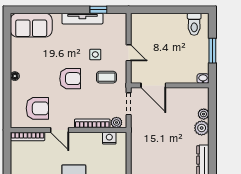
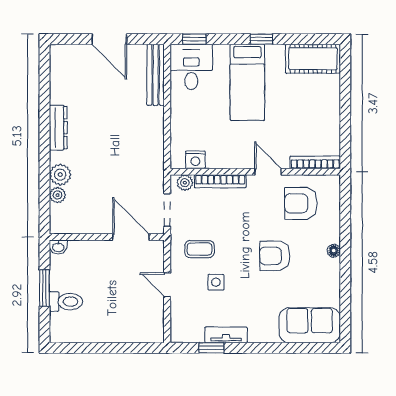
tv unit: (82, 19) -> (226, 335), width x0.71
toilet: (194, 24) -> (66, 302), moved, turned 90
armchair: (70, 79) -> (275, 256), moved

